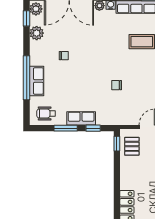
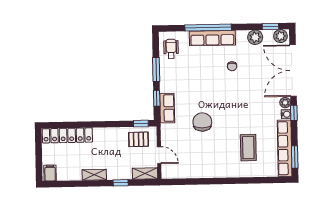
row of seats: (37, 81) -> (212, 38), width x1.48
chair: (117, 85) -> (202, 122), width x1.87, depth x1.87
row of seats: (81, 118) -> (167, 108), moved

